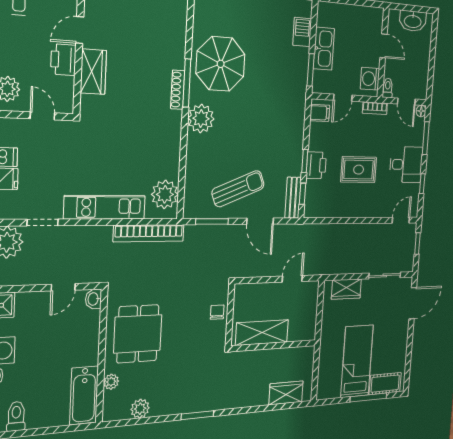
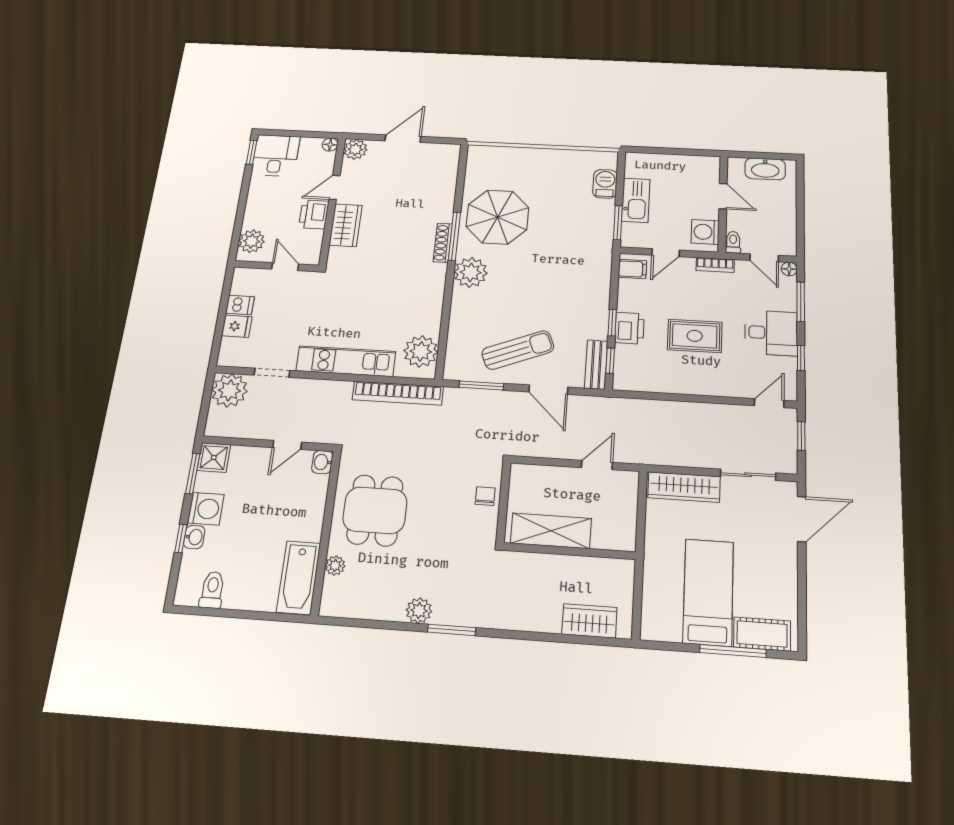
wardrobe: (346, 289) -> (684, 487), width x1.50
plant: (140, 409) -> (419, 611), moved

